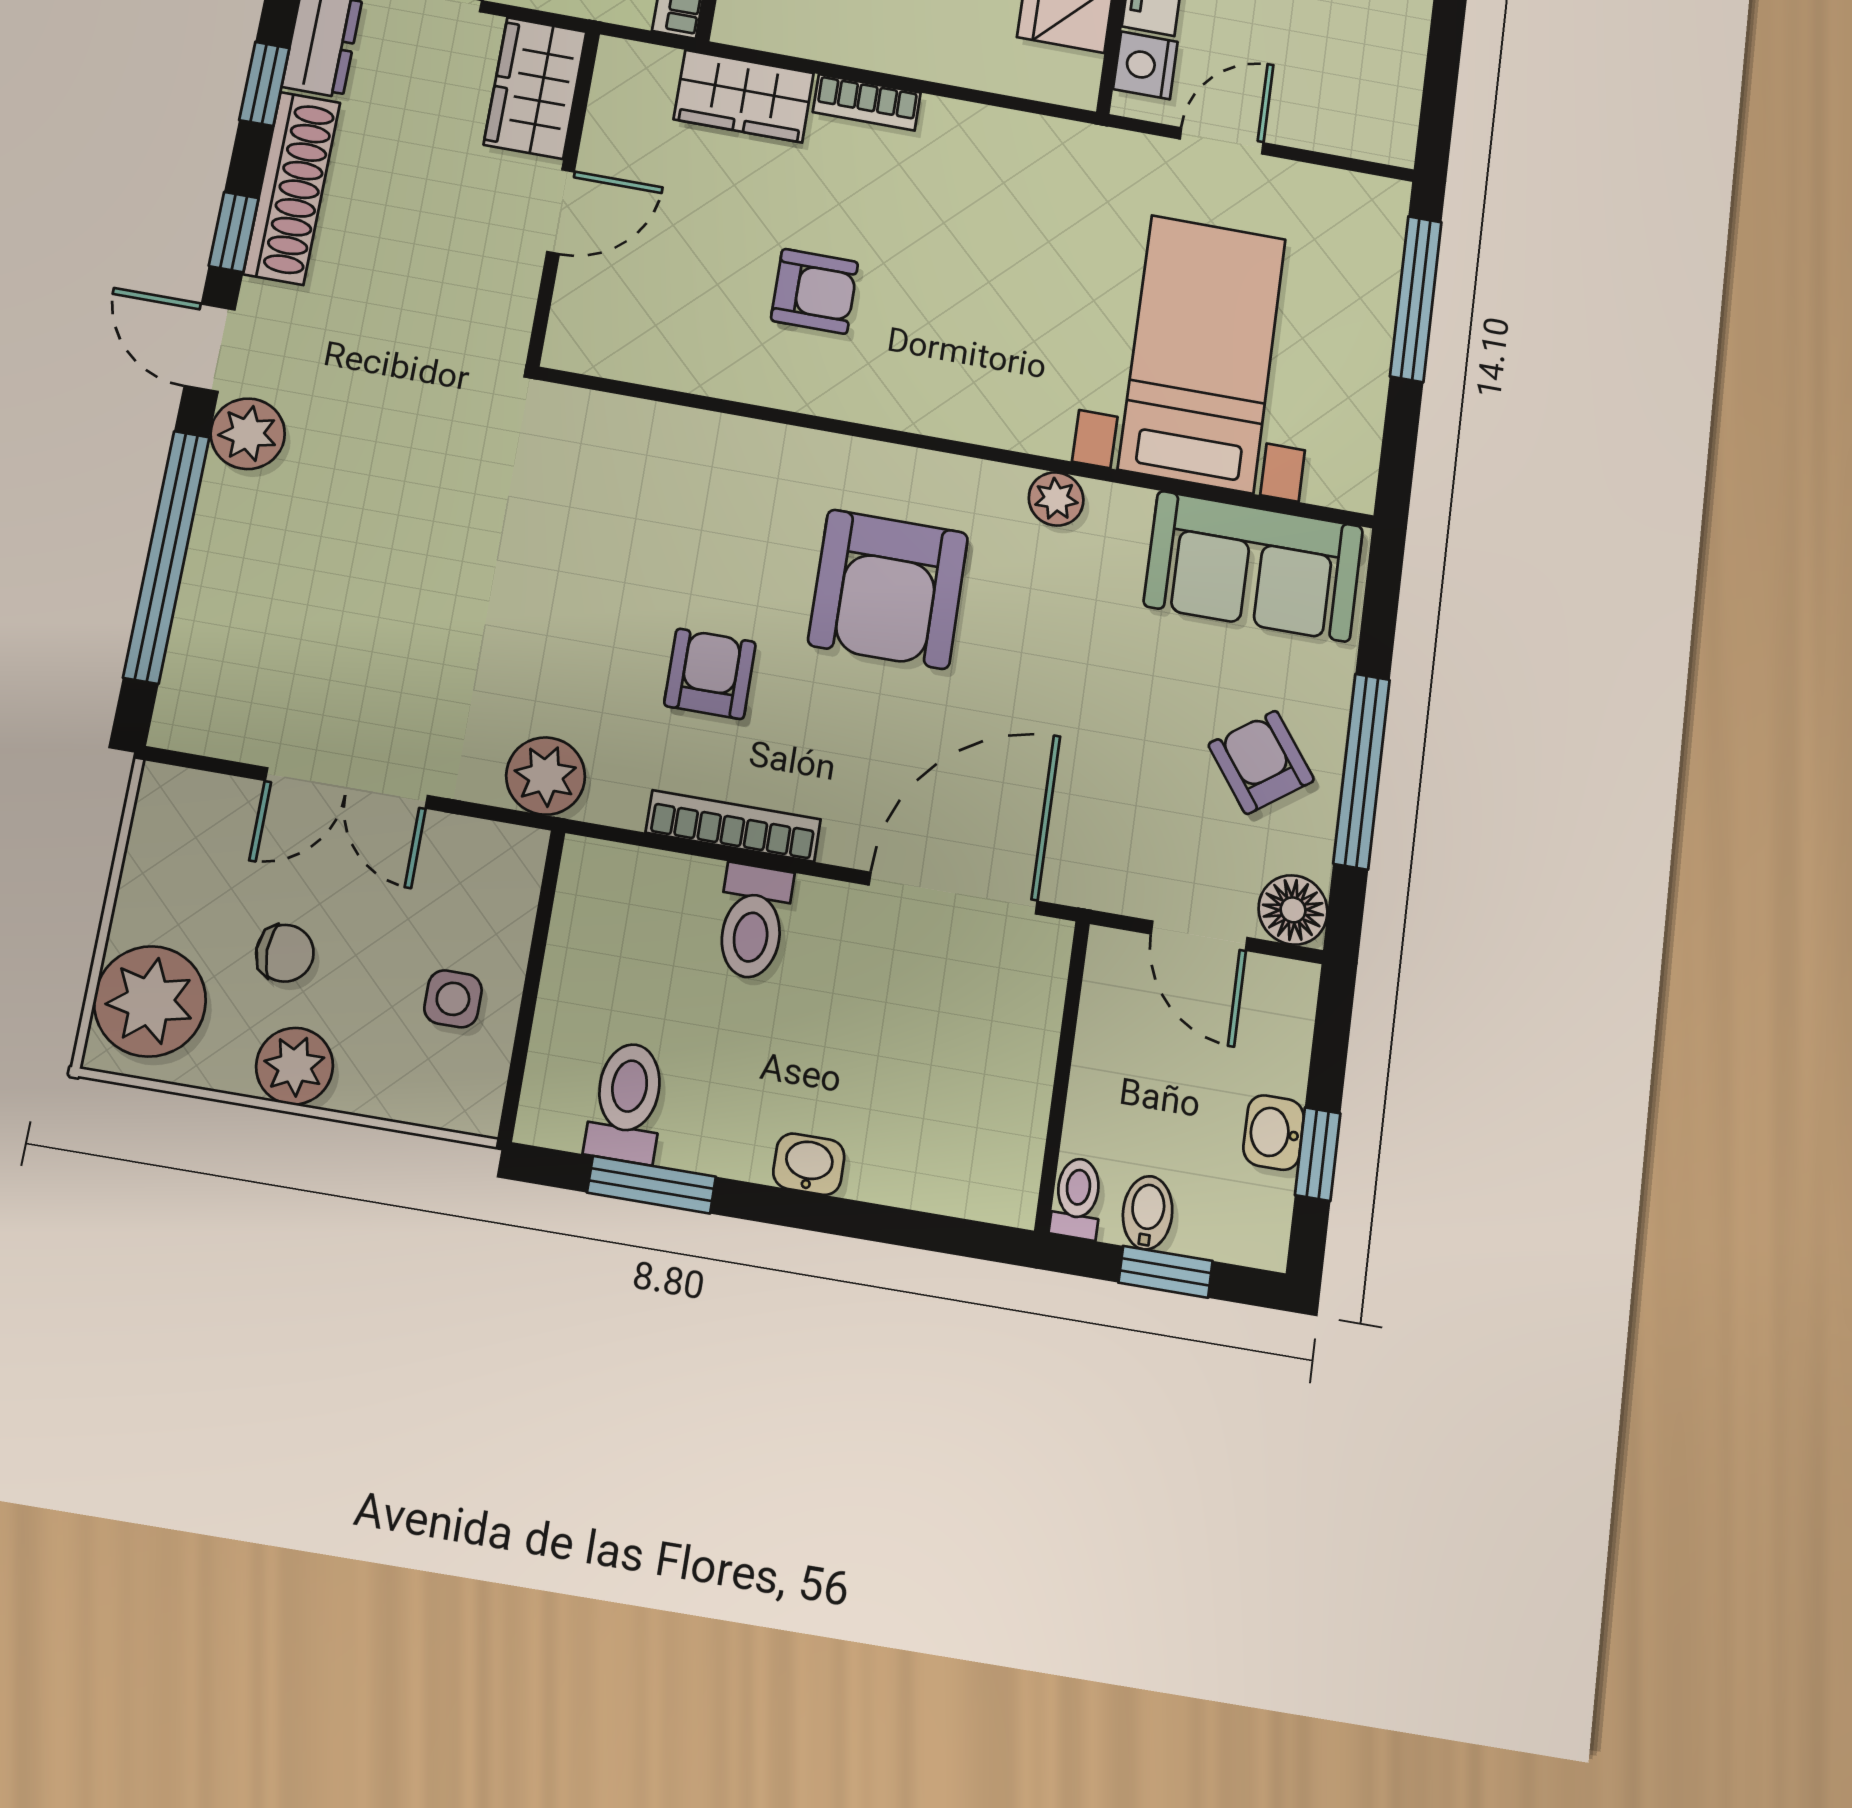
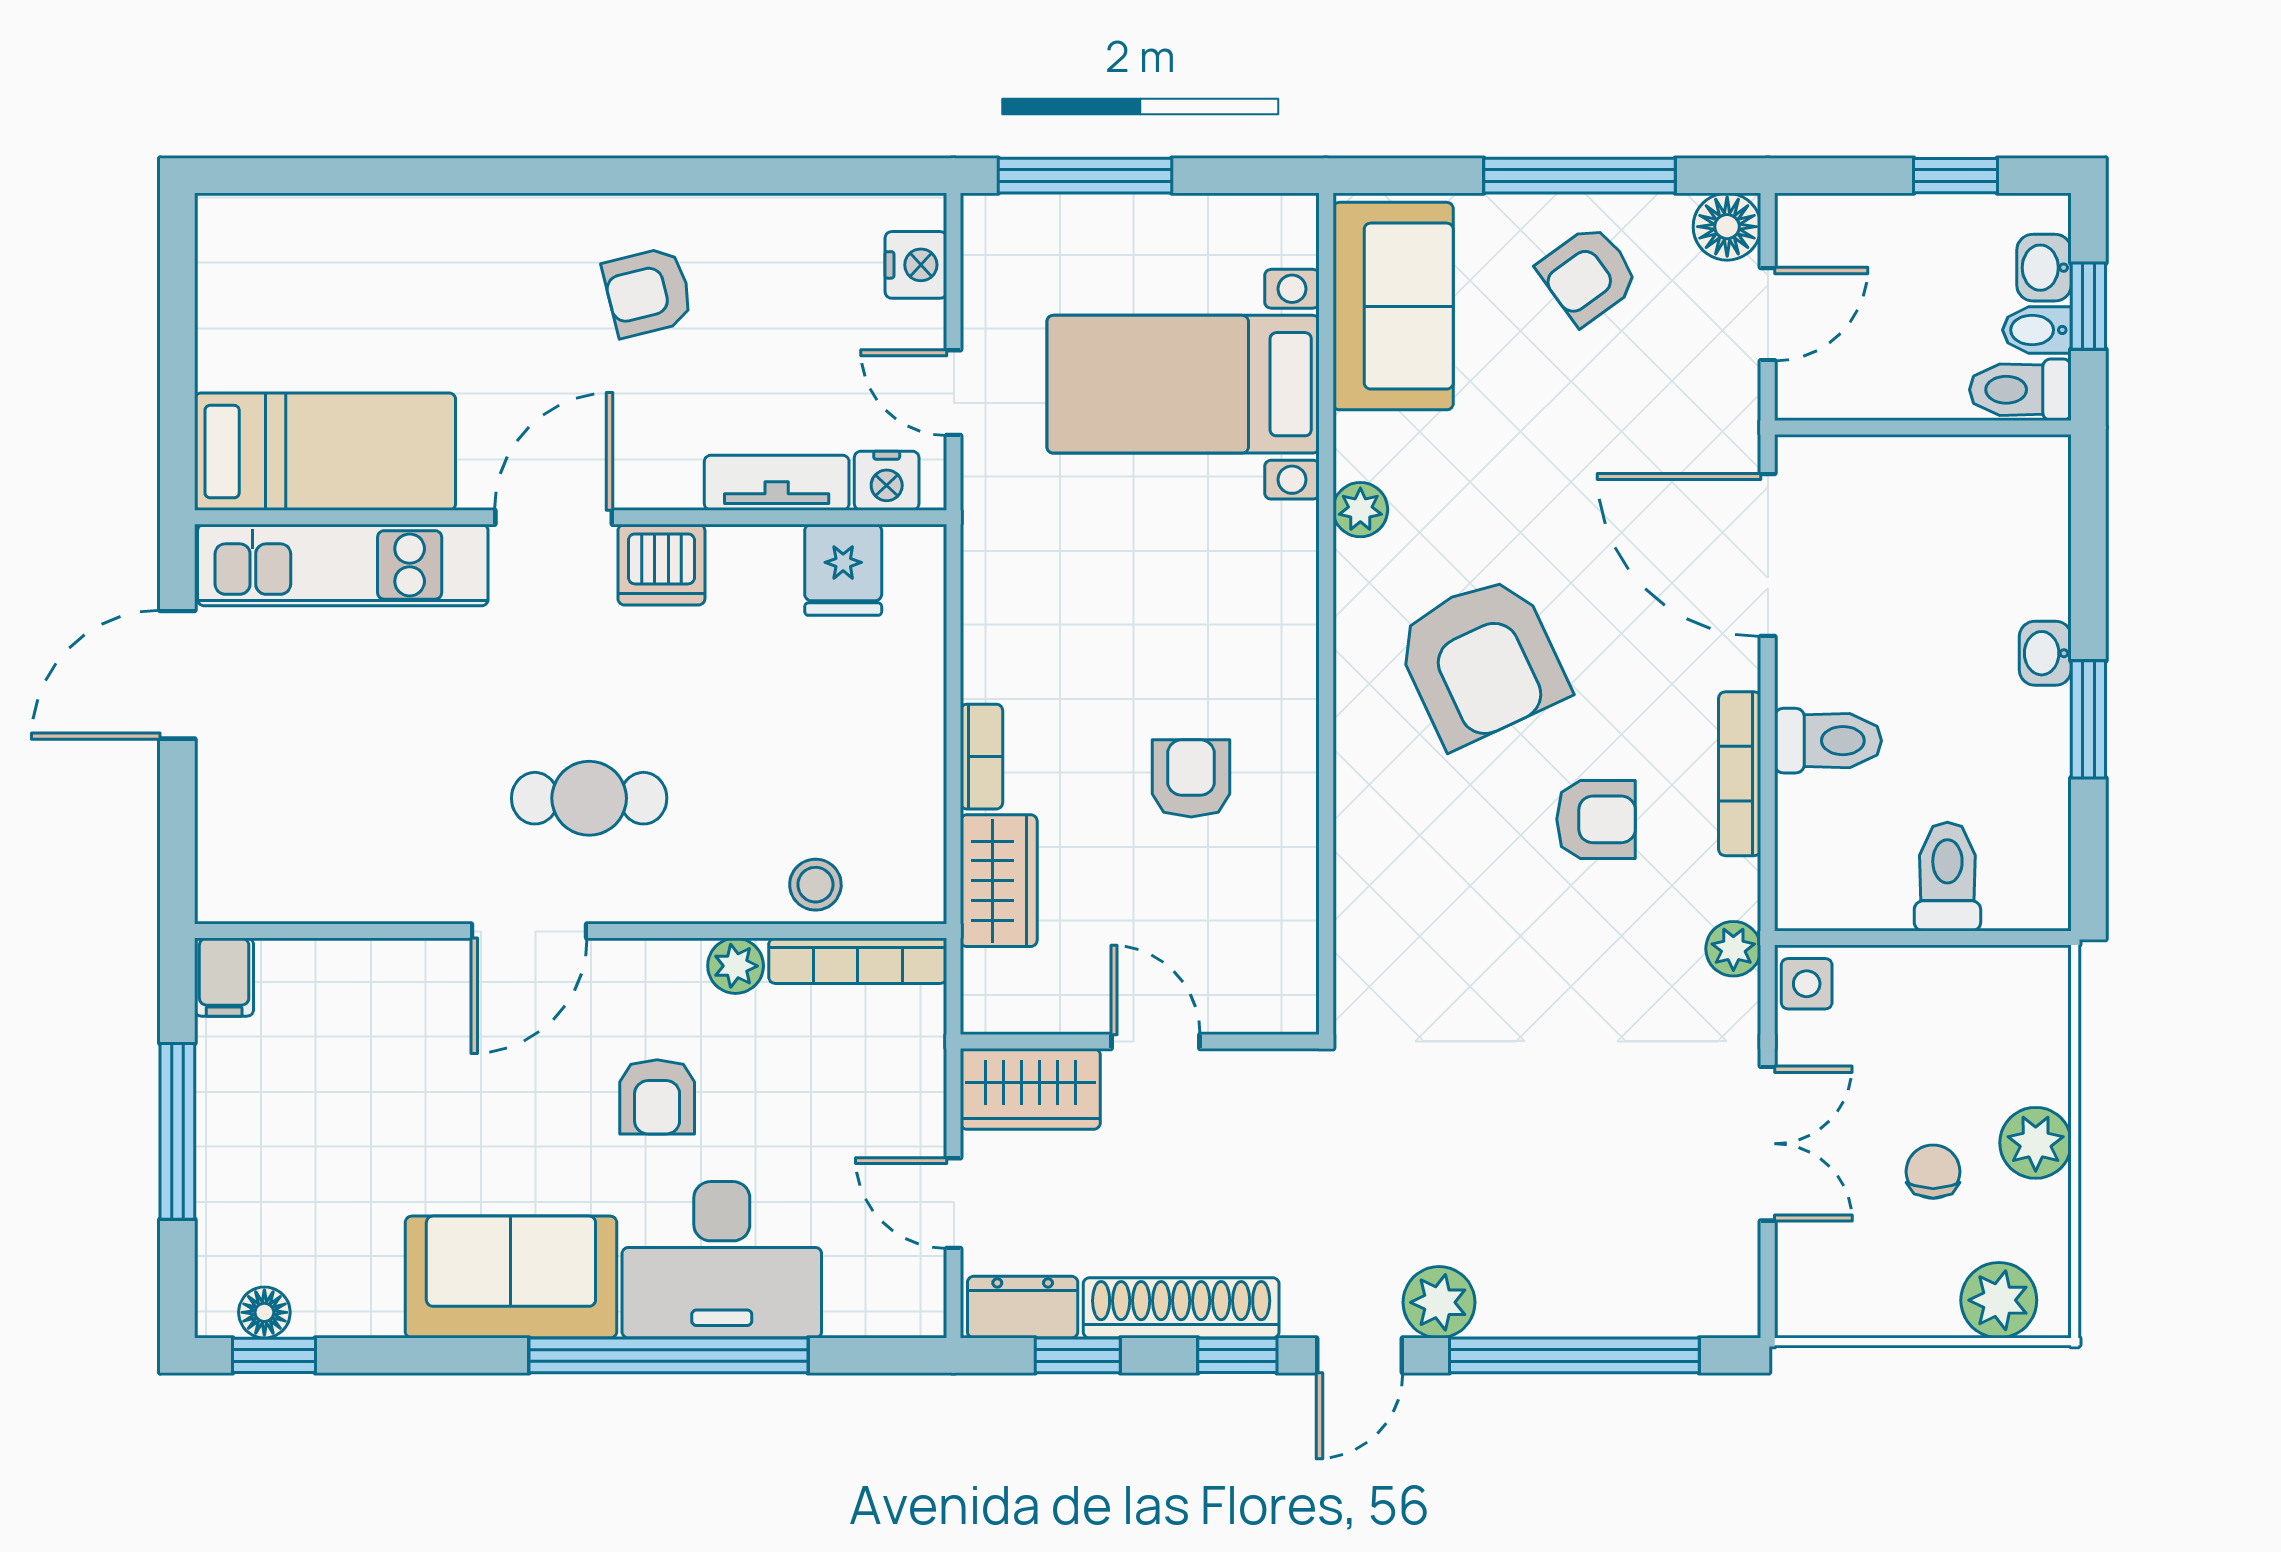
nightstand: (1348, 129) -> (916, 265), added
armchair: (888, 589) -> (1481, 661), turned 65
armchair: (710, 674) -> (1596, 819), turned 180
plant: (546, 776) -> (1733, 949), width x0.73, depth x0.73
side table: (453, 999) -> (1807, 984), moved
plant: (150, 1001) -> (1999, 1300), width x0.73, depth x0.73
toilet: (627, 1102) -> (1947, 877), moved, turned 90
washbasin: (1274, 1133) -> (2044, 268), moved, turned 90
window: (652, 1185) -> (2088, 719), moved
toilet: (1077, 1198) -> (2020, 390), width x1.37, depth x1.39

